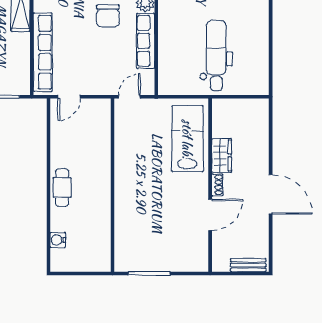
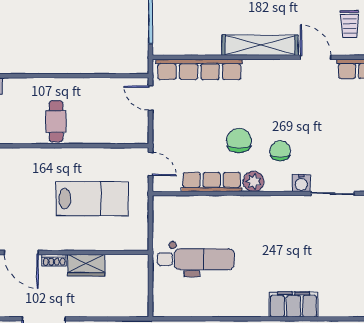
chair: (108, 16) -> (239, 141), turned 90
lab bench: (187, 139) -> (92, 199), moved
cafe table: (62, 188) -> (56, 121), moved, turned 90

